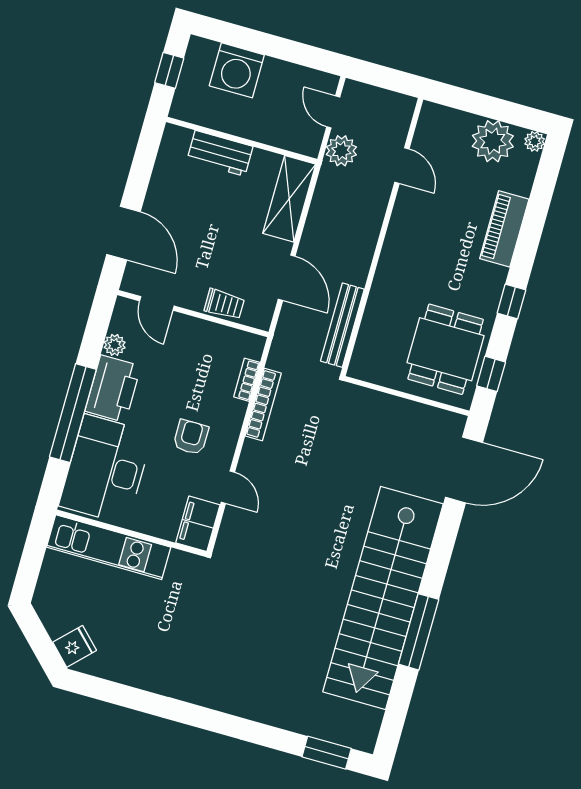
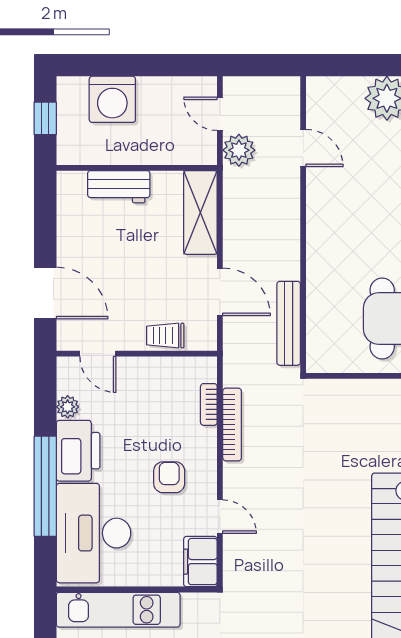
trolley: (224, 304) -> (165, 336), turned 180

